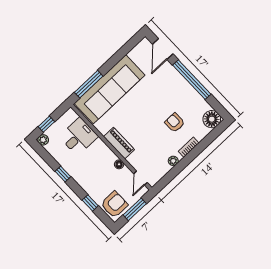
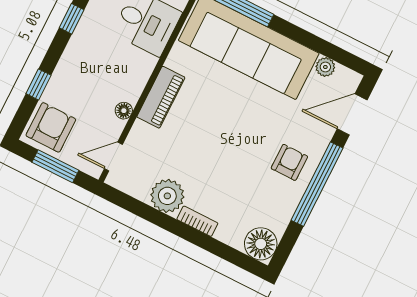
plant: (134, 54) -> (325, 67), added
armchair: (175, 123) -> (289, 162), moved
plant: (173, 161) -> (167, 196), width x1.87, depth x1.87
armchair: (114, 204) -> (51, 127), turned -90

